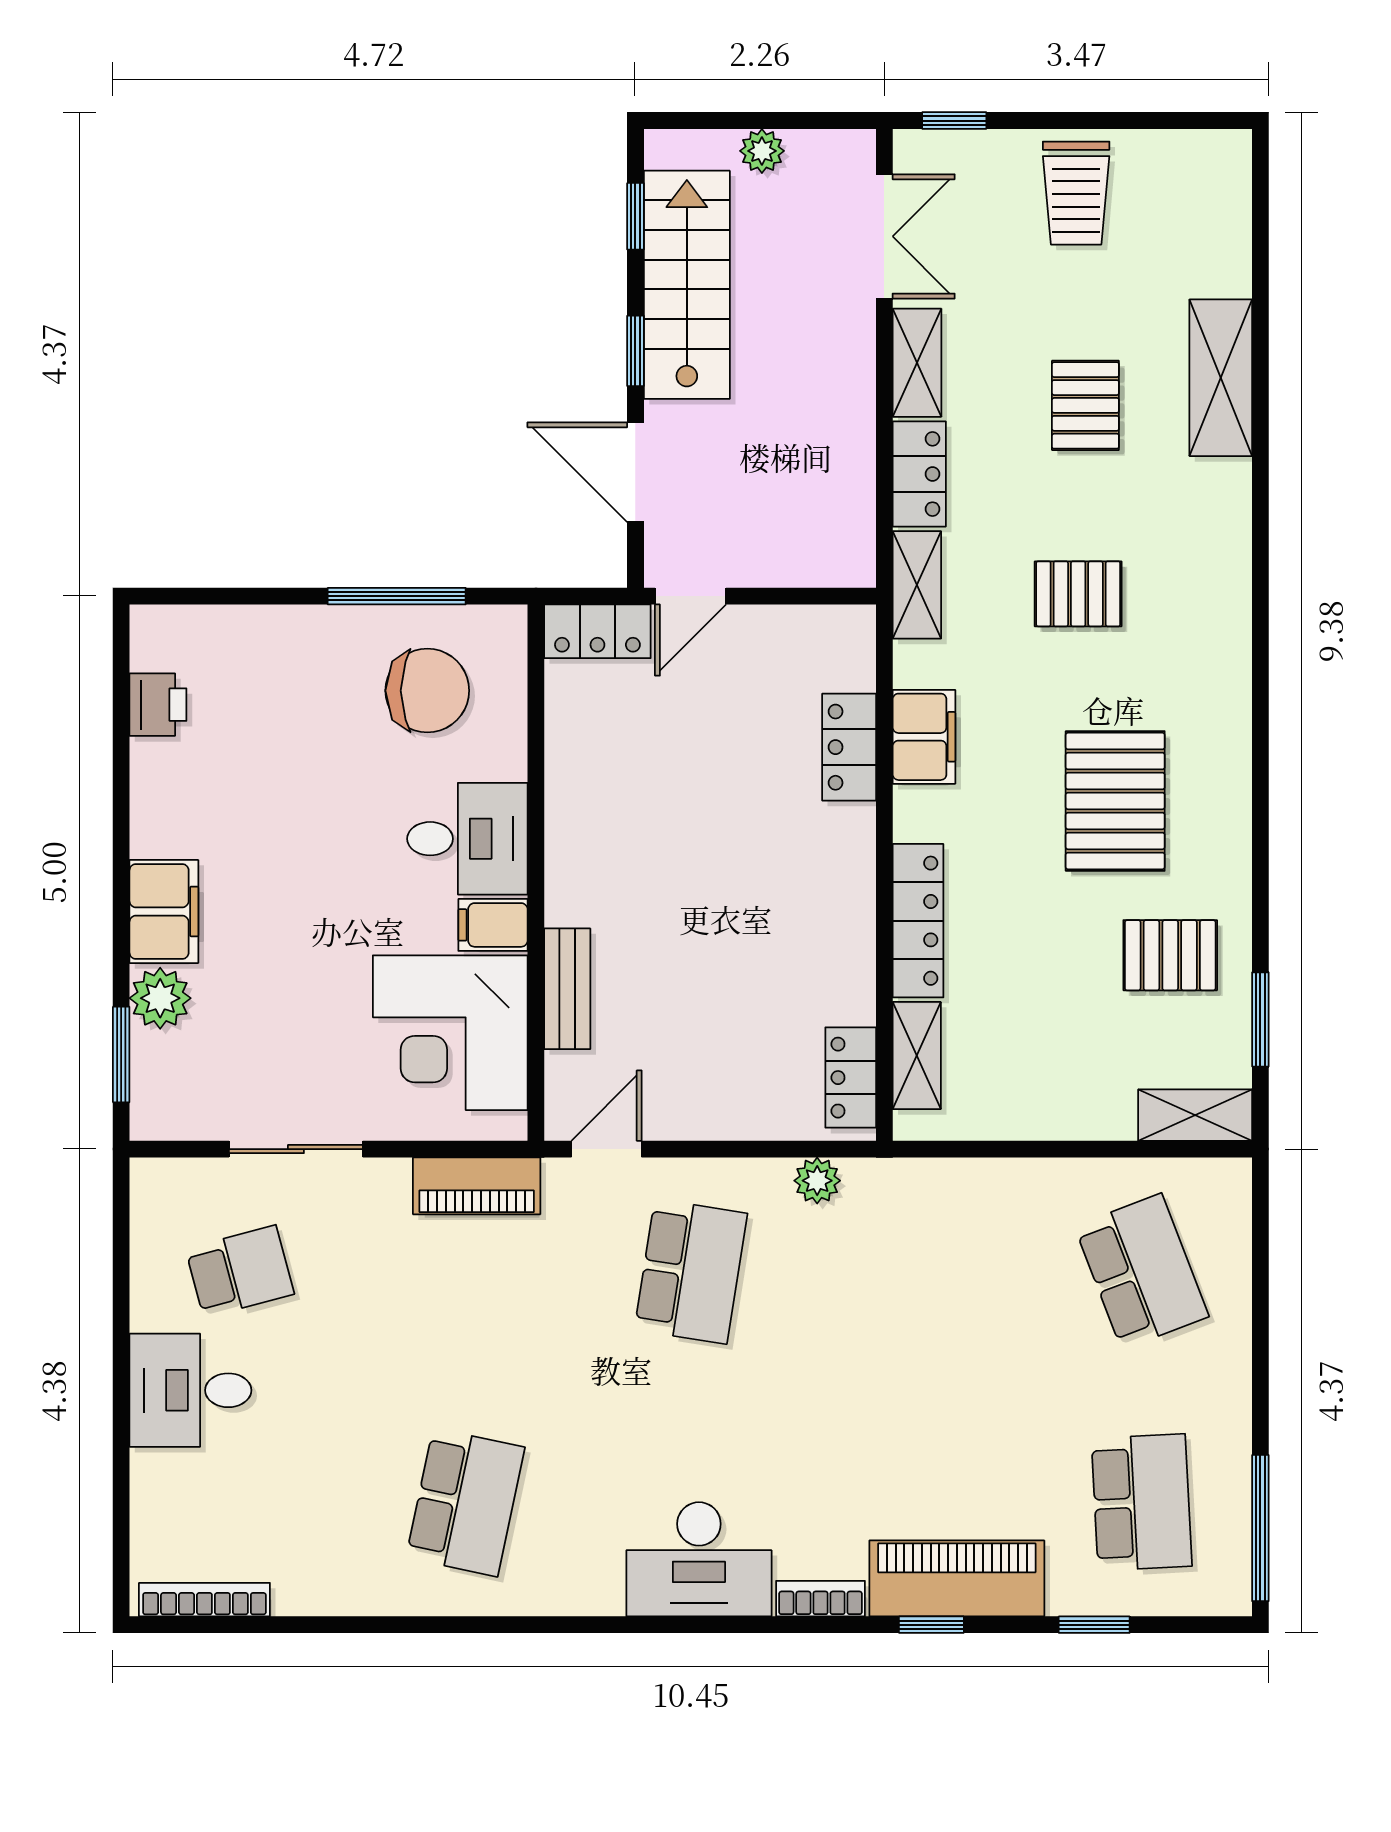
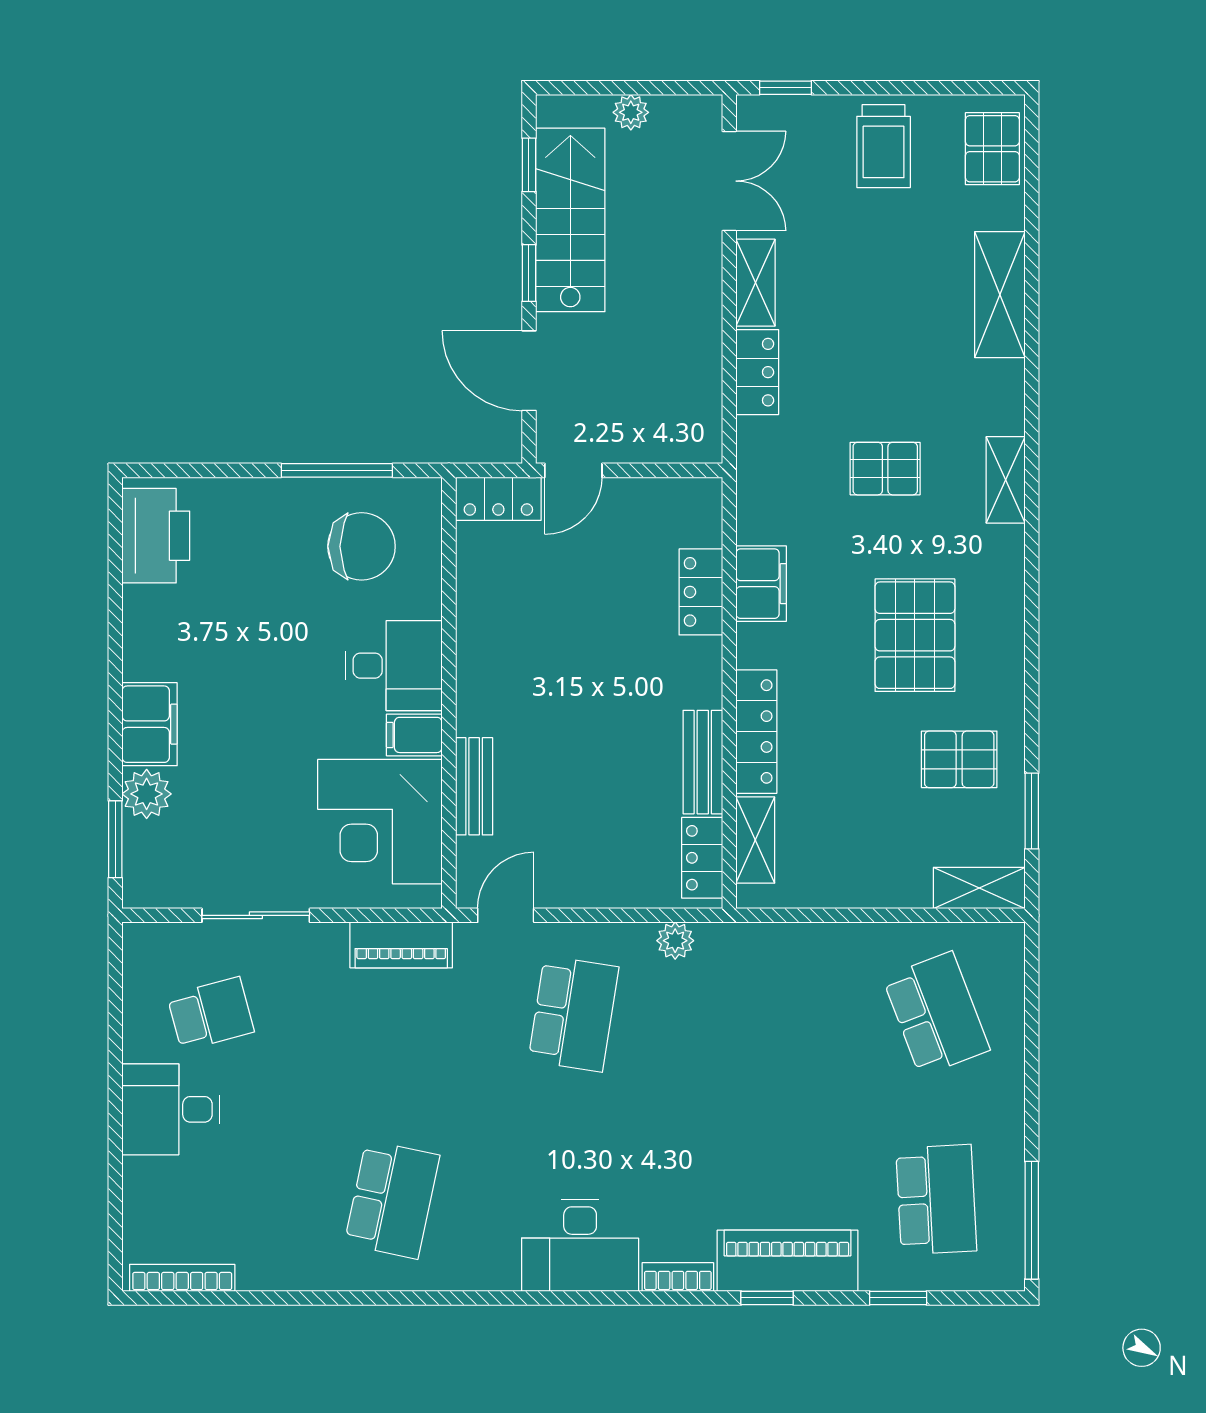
pallet: (1085, 405) -> (992, 149), moved
shelving: (917, 585) -> (1006, 480), moved
printer: (158, 705) -> (156, 536), width x1.87, depth x1.48
bench: (851, 959) -> (703, 762), added

